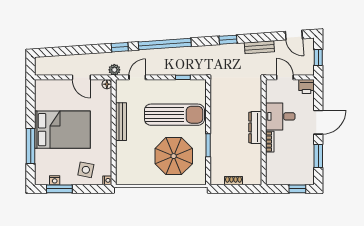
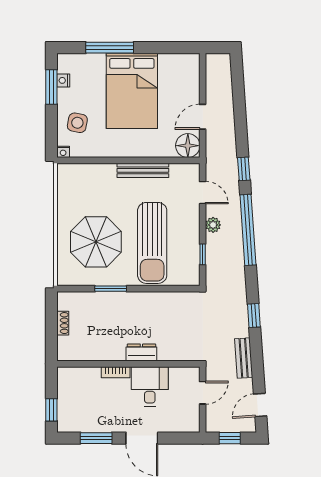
plant: (114, 70) -> (213, 225), moved
floor lamp: (107, 84) -> (188, 146), width x1.89, depth x1.89
printer: (306, 87) -> (190, 422), removed
dresser: (255, 127) -> (141, 352), width x0.70

